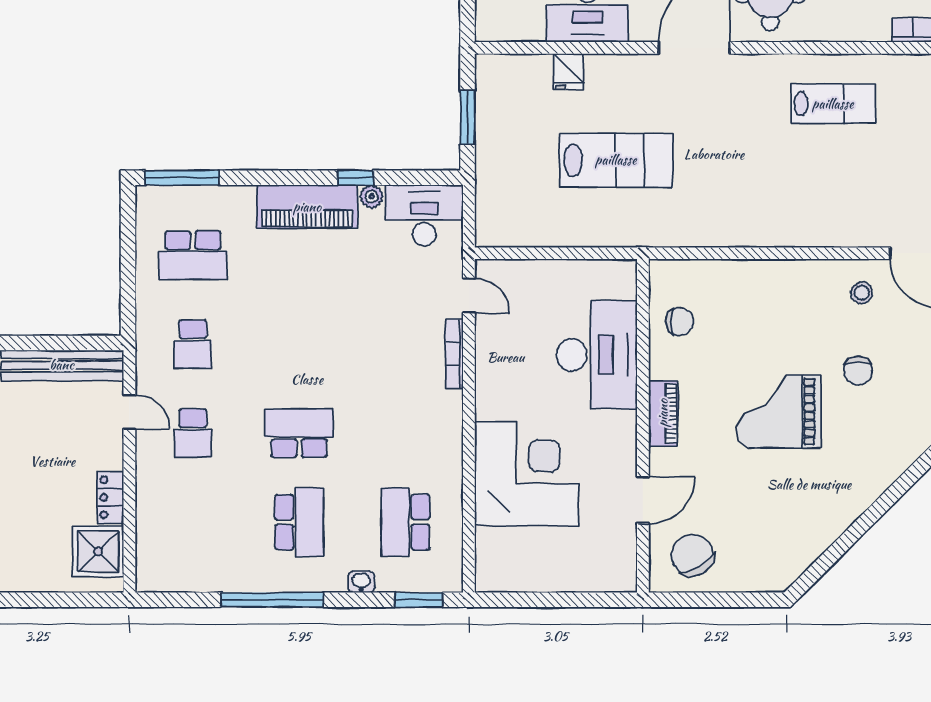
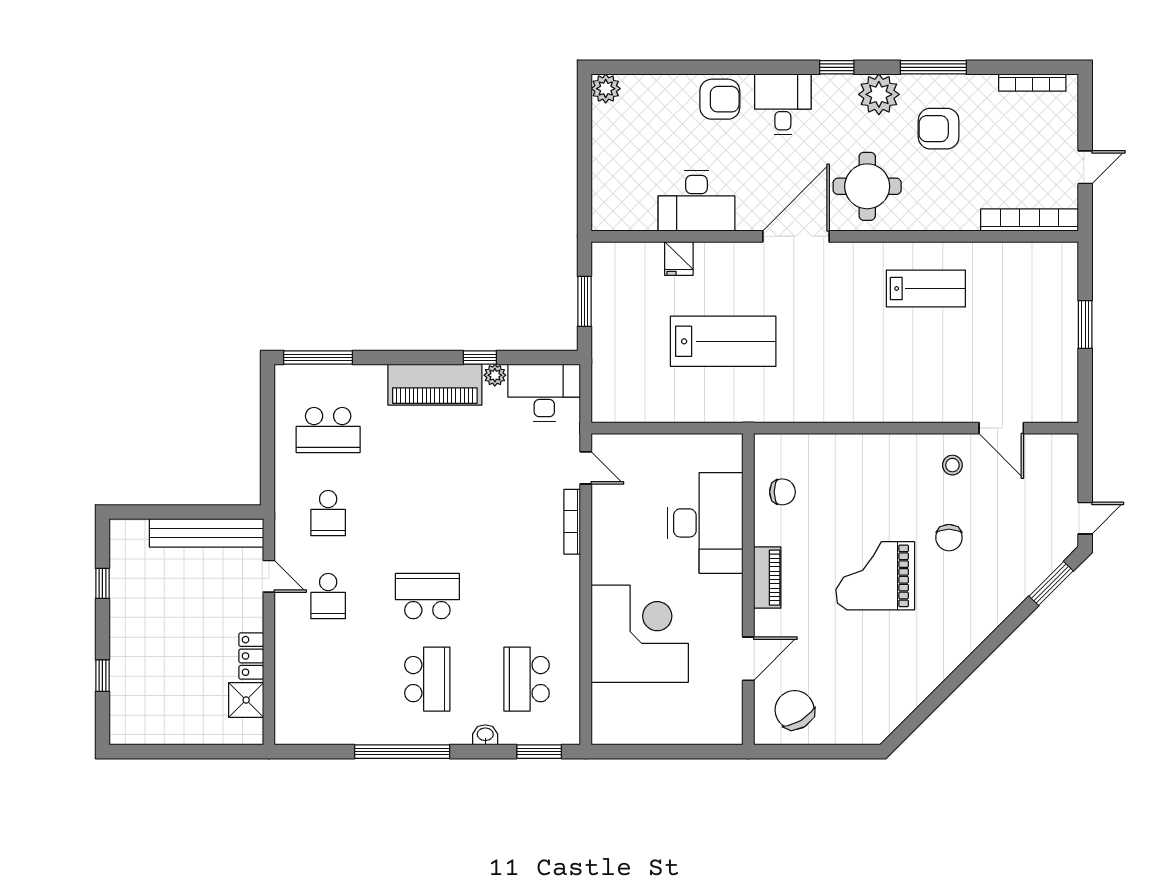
shower: (98, 551) -> (246, 700), width x0.73, depth x0.73

